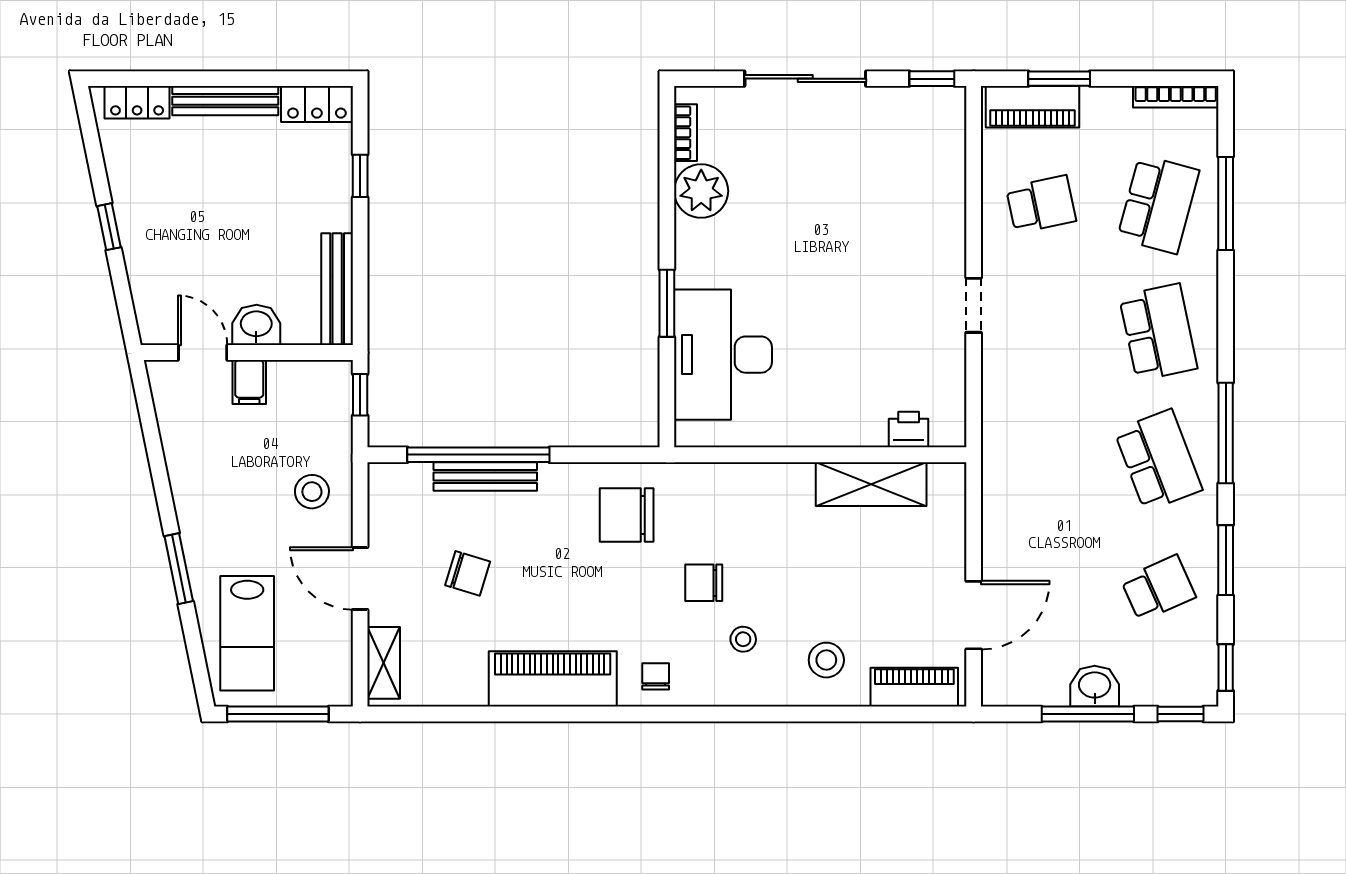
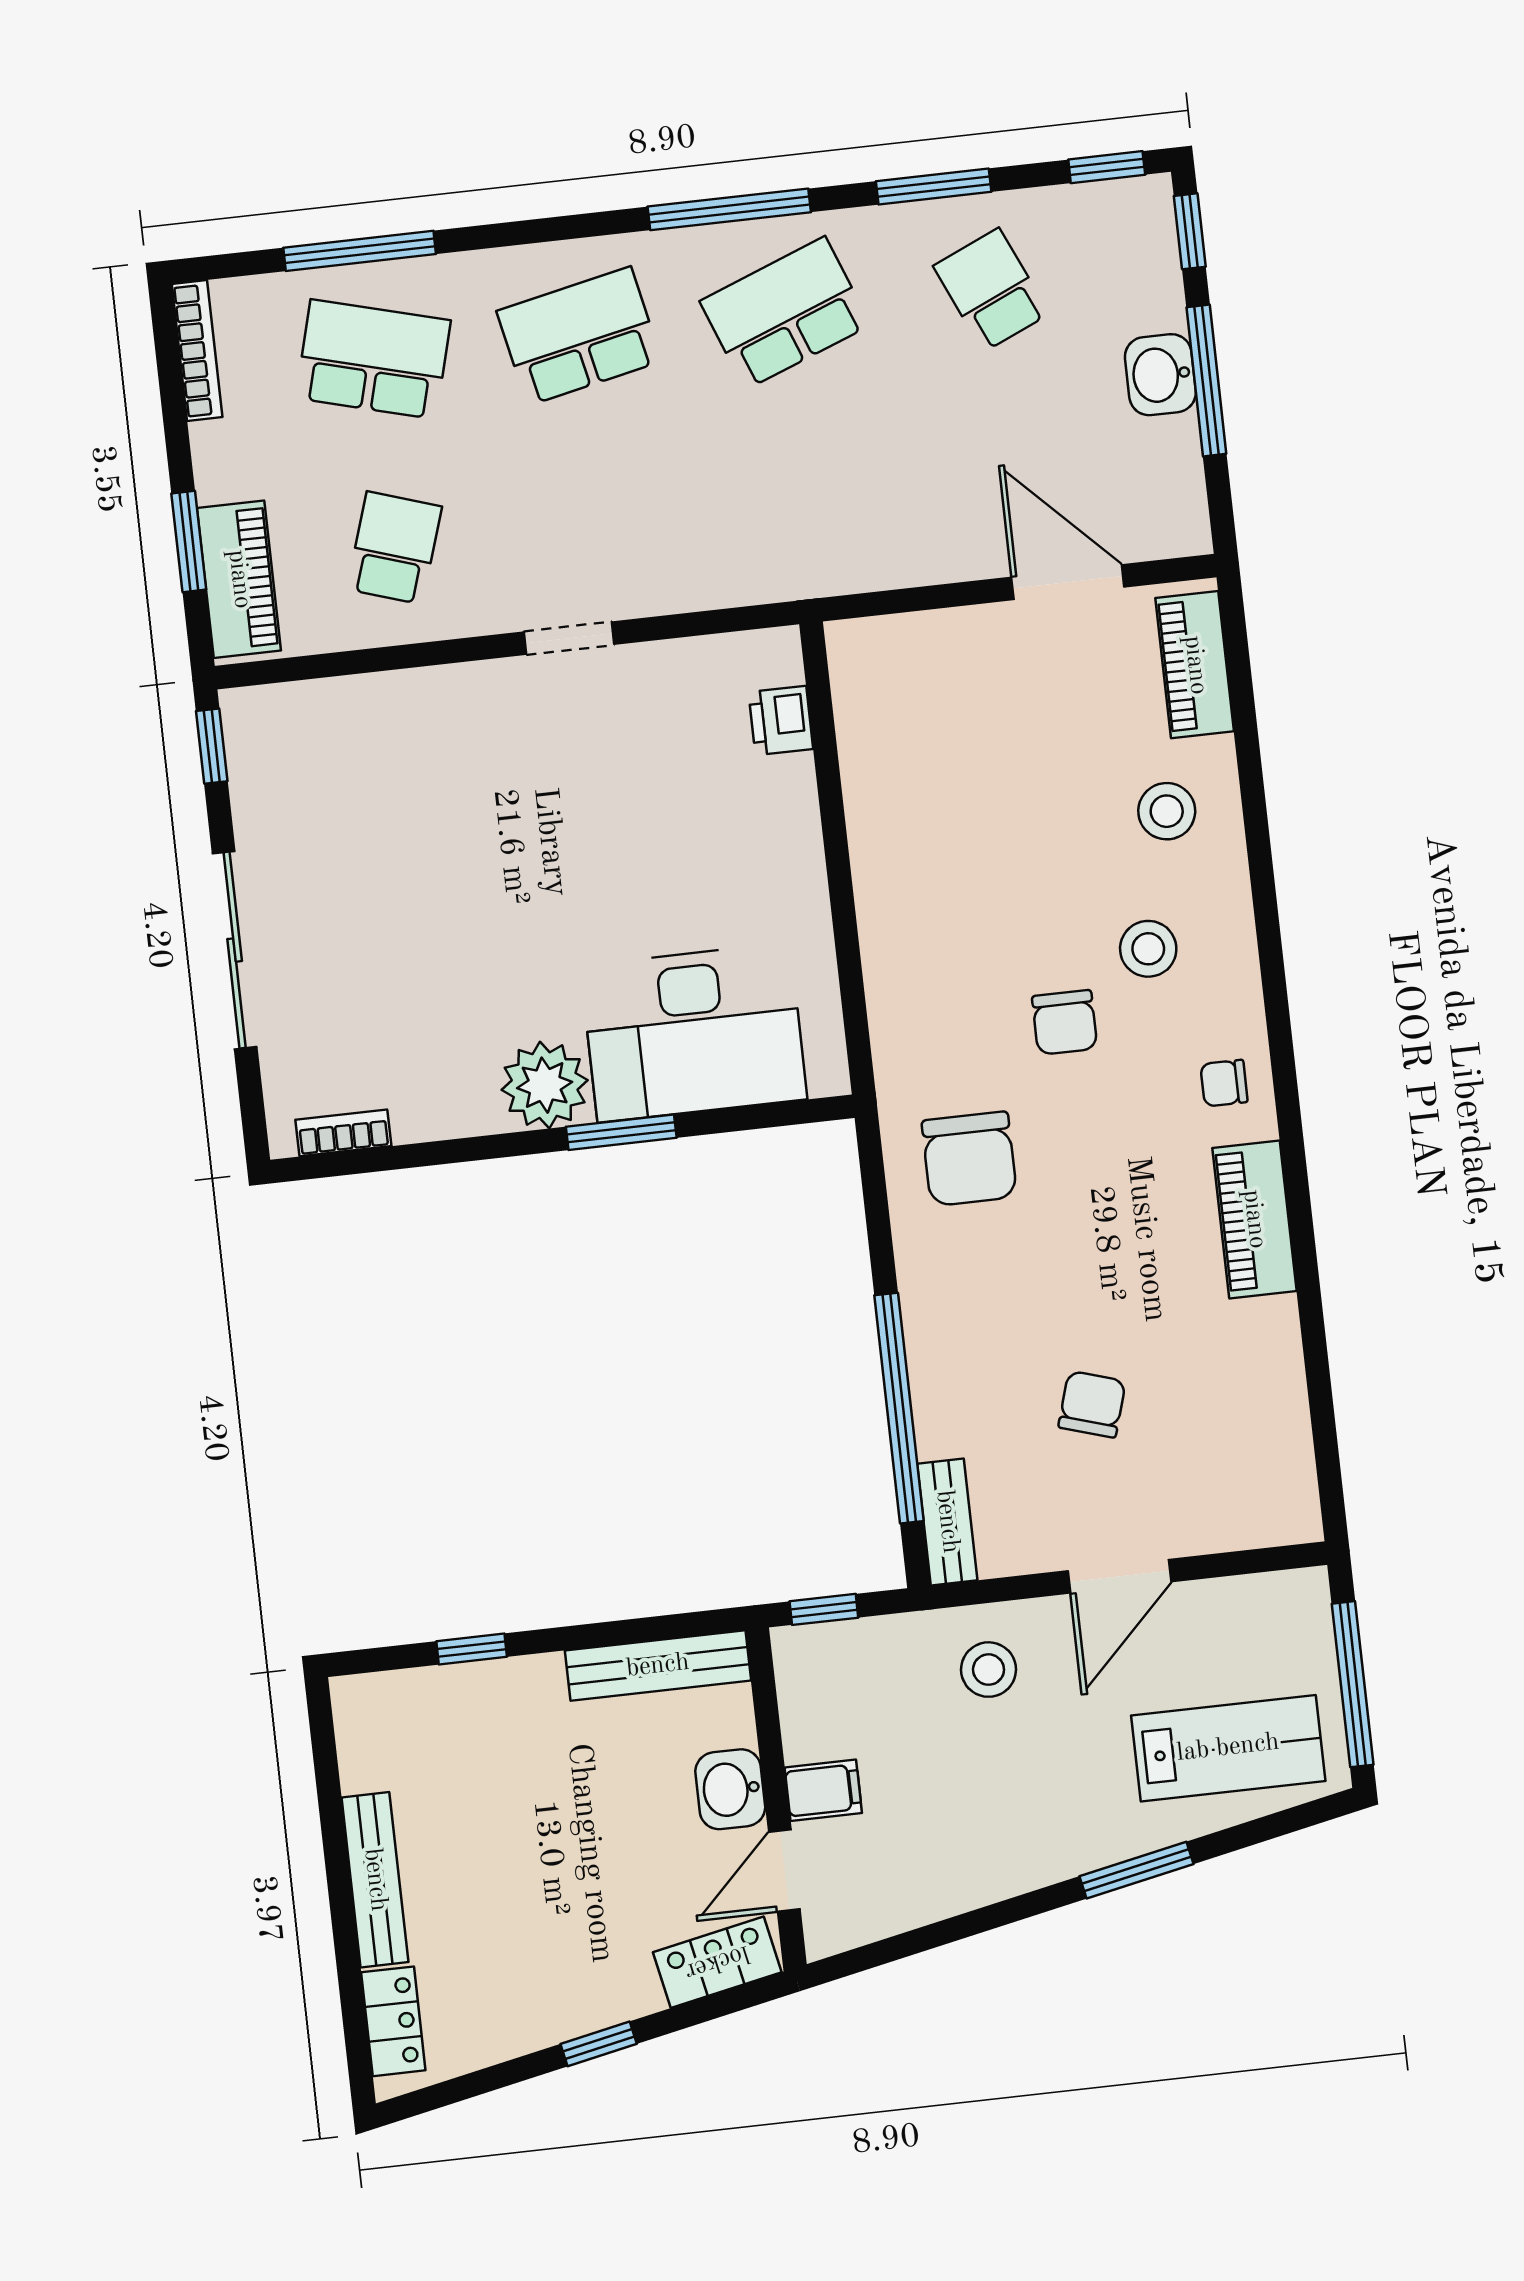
locker: (317, 104) -> (717, 1962), moved, turned -102
plant: (701, 191) -> (545, 1085), moved
school desk: (1041, 204) -> (394, 548), turned 30
bench: (485, 476) -> (947, 1522), moved, width x0.73
shelving: (871, 484) -> (876, 771), removed
stool: (743, 639) -> (1148, 949), width x1.37, depth x1.37
shelving: (384, 663) -> (1251, 1523), removed
piano: (553, 679) -> (1254, 1219), width x0.73, depth x0.75

